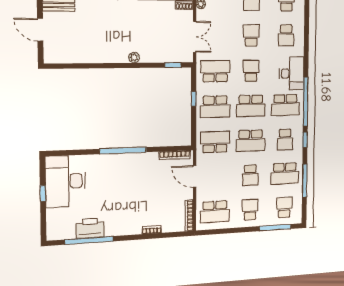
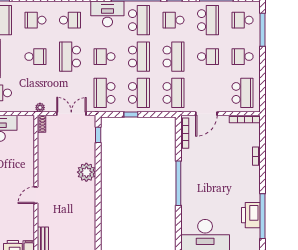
school desk: (251, 35) -> (70, 57), width x1.85
plant: (134, 57) -> (86, 172), width x1.88, depth x1.88
school desk: (285, 139) -> (174, 20), turned 180
school desk: (215, 142) -> (174, 93), turned 180

